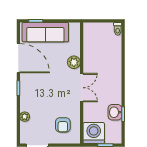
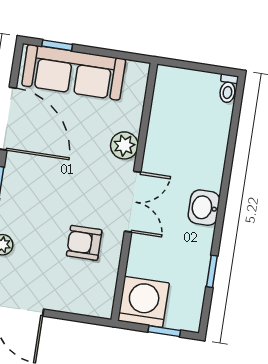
washbasin: (115, 112) -> (204, 208), moved
armchair: (63, 125) -> (84, 243), moved, turned 90

